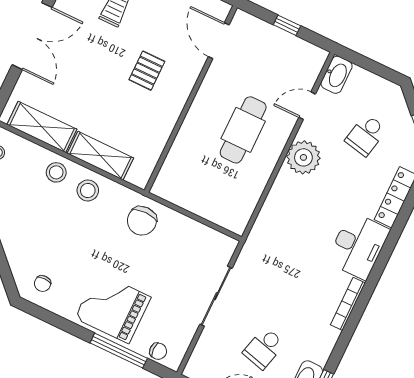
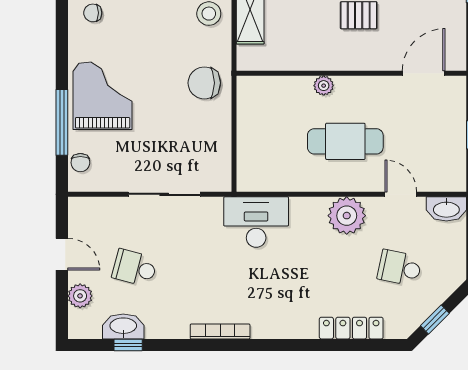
plant: (190, 126) -> (324, 86), added
desk: (358, 246) -> (256, 222), moved, turned 180

